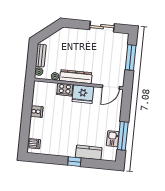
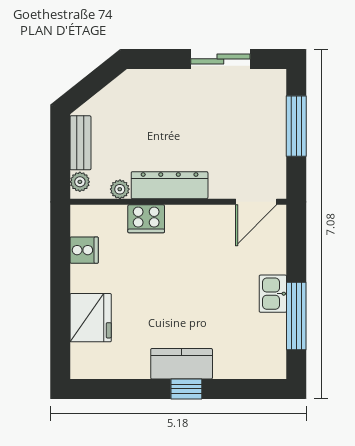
fridge: (83, 94) -> (91, 318), moved, turned -90
cooker: (37, 112) -> (84, 250), moved
kitchen sink: (113, 139) -> (273, 294), moved
dishwasher: (34, 144) -> (85, 356), removed
kitchen counter: (89, 152) -> (182, 364), moved

